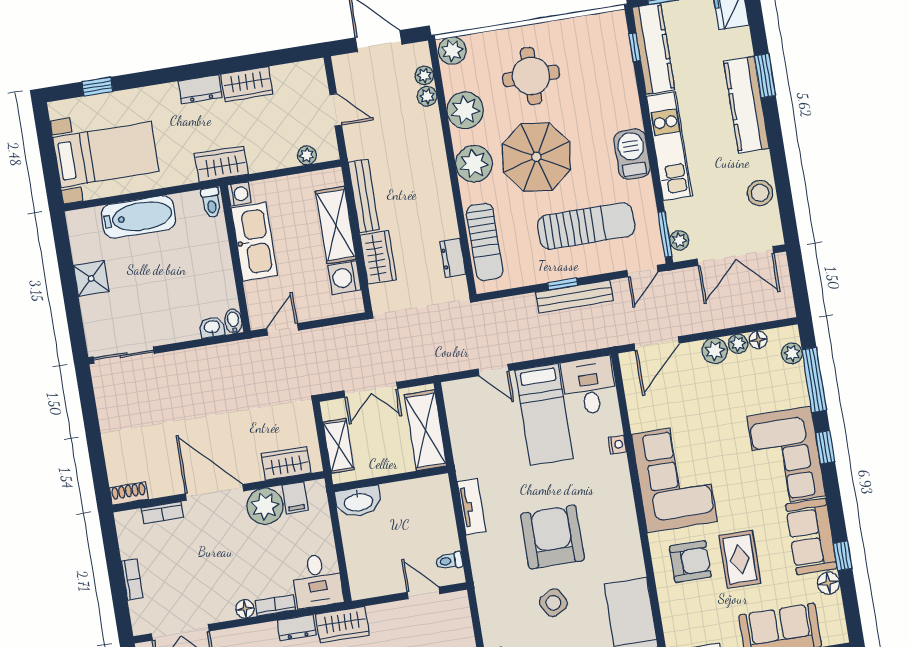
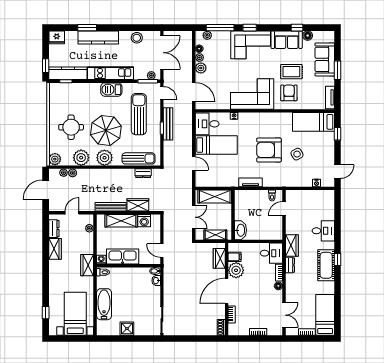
dresser: (200, 89) -> (54, 229), moved
door: (493, 370) -> (194, 164), hinge flipped

